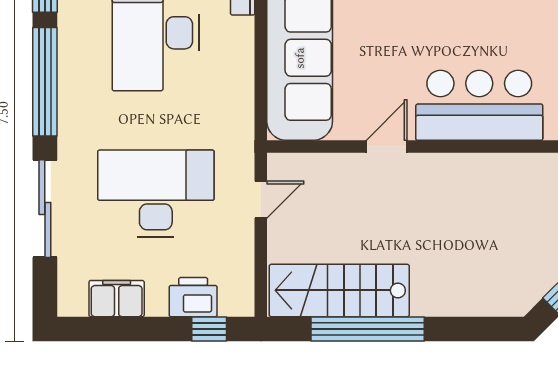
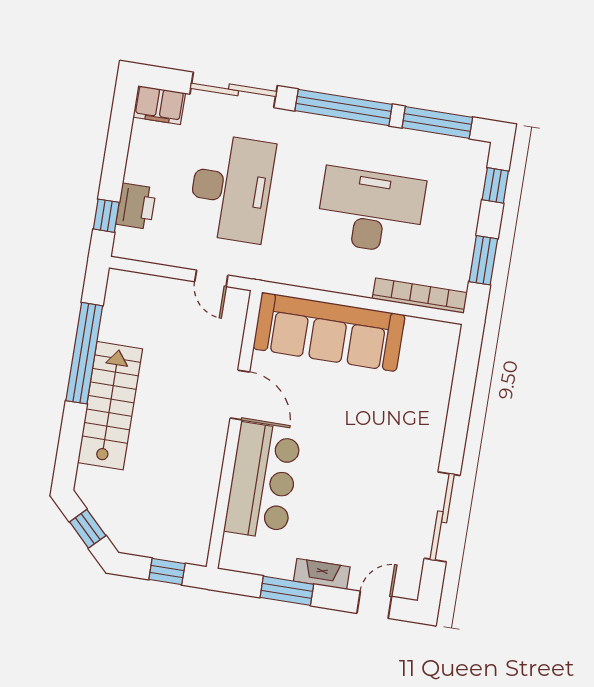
door: (387, 147) -> (240, 395), width x1.38
stairs: (339, 290) -> (110, 406), moved
filing cabinet: (117, 299) -> (159, 105), moved, turned 90

